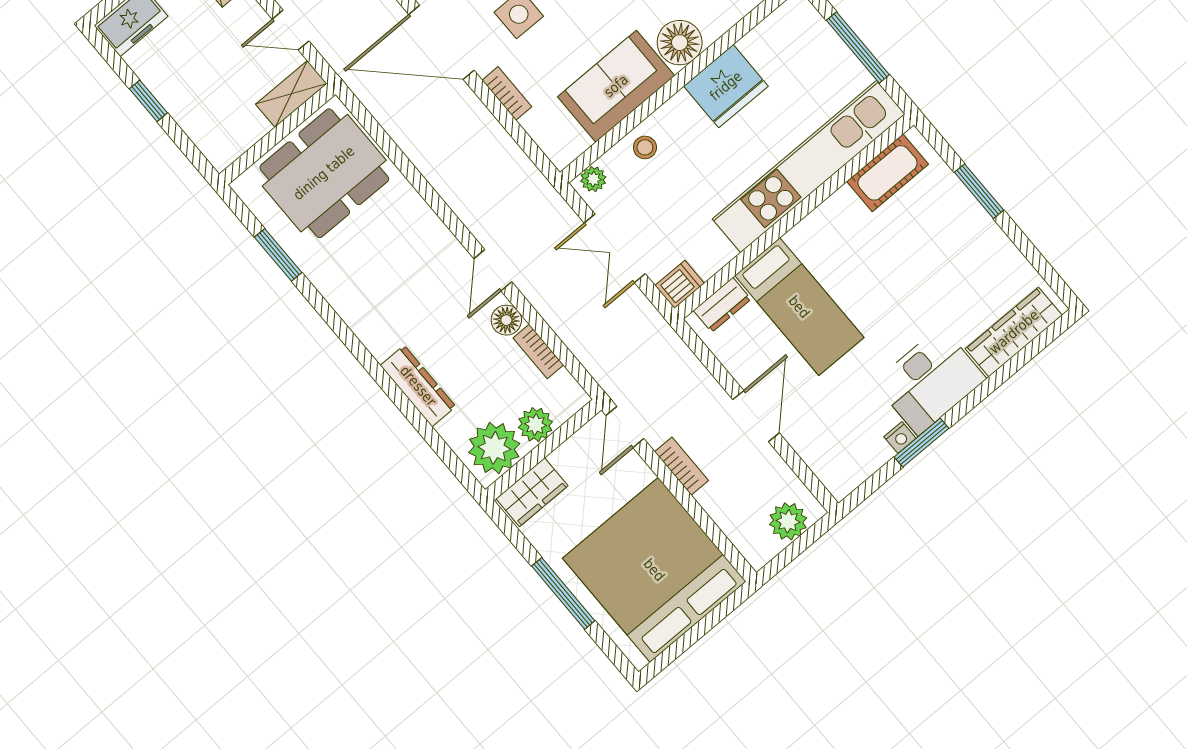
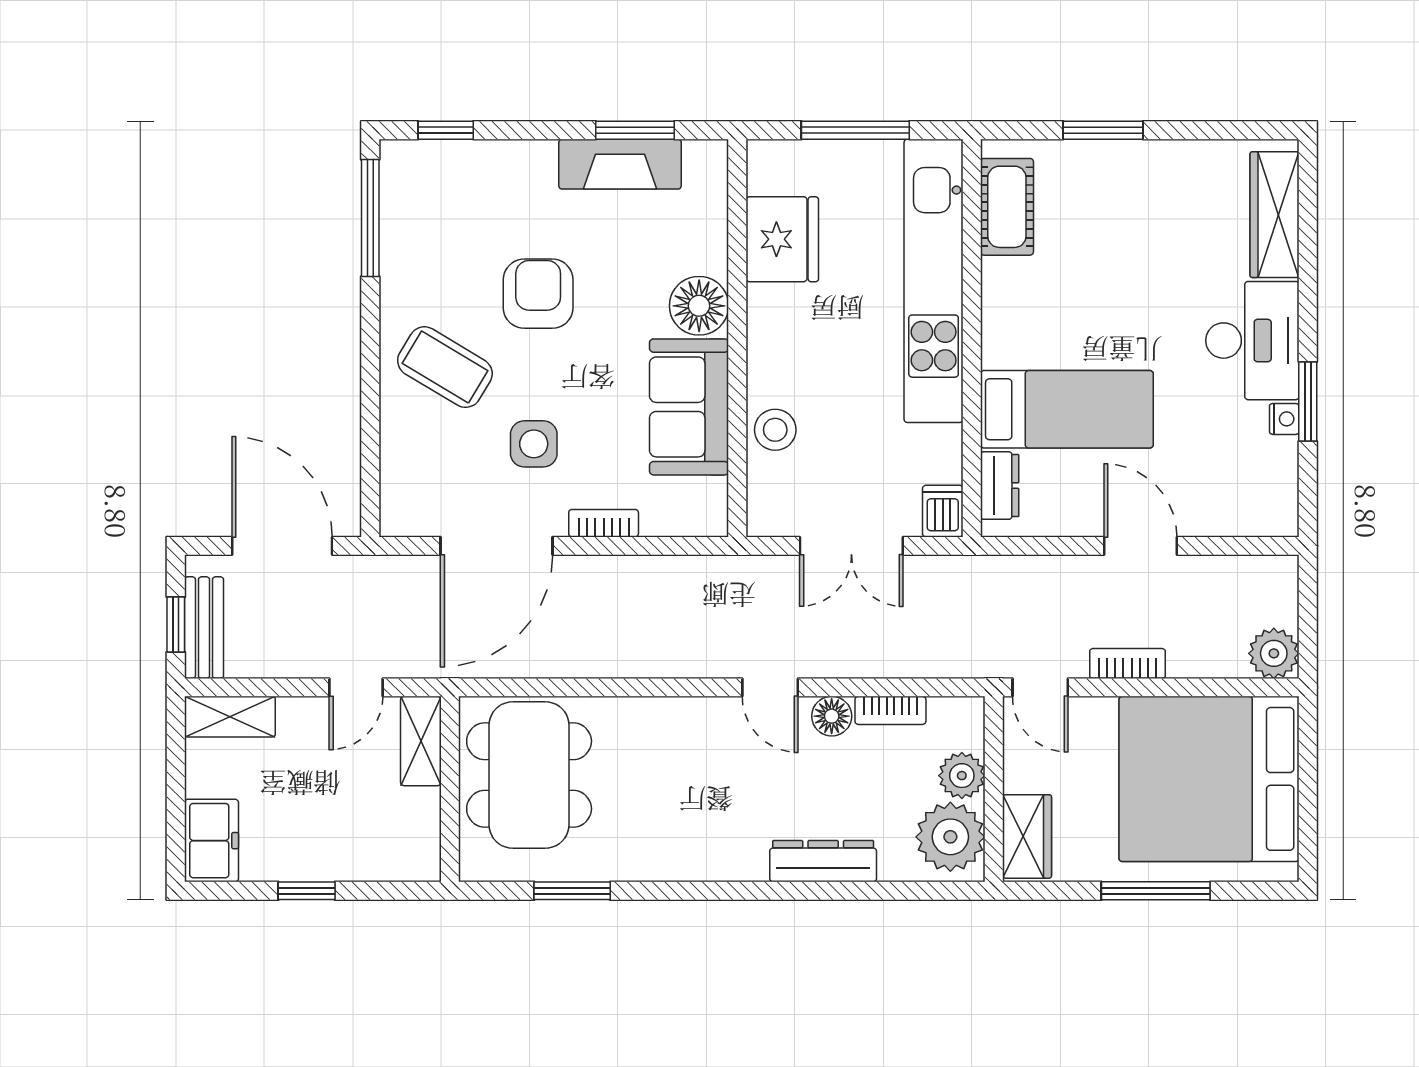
fridge: (726, 86) -> (782, 239), moved
stool: (645, 147) -> (775, 430), width x1.37, depth x1.37
plant: (593, 179) -> (763, 509), removed
plant: (788, 521) -> (1274, 653), moved

